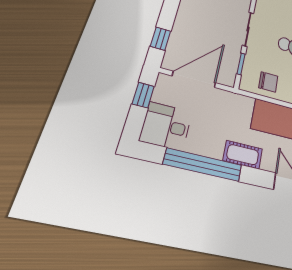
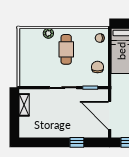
window: (161, 39) -> (77, 142), moved

